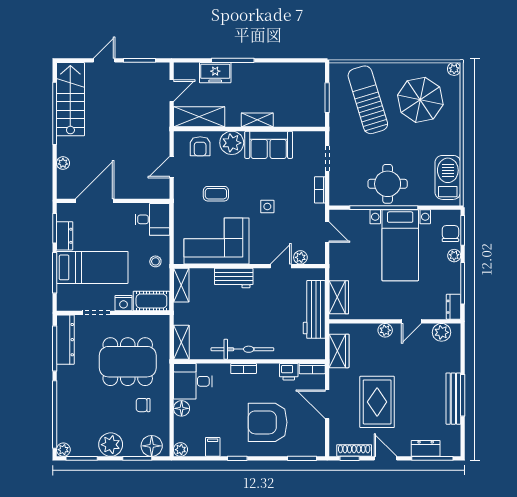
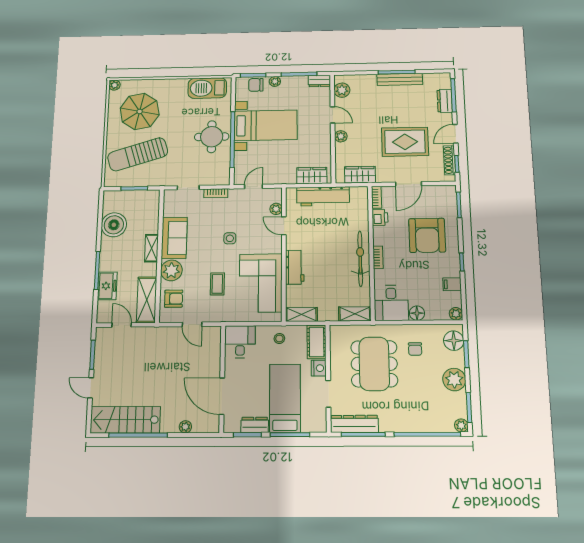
boiler: (285, 77) -> (114, 225), added

